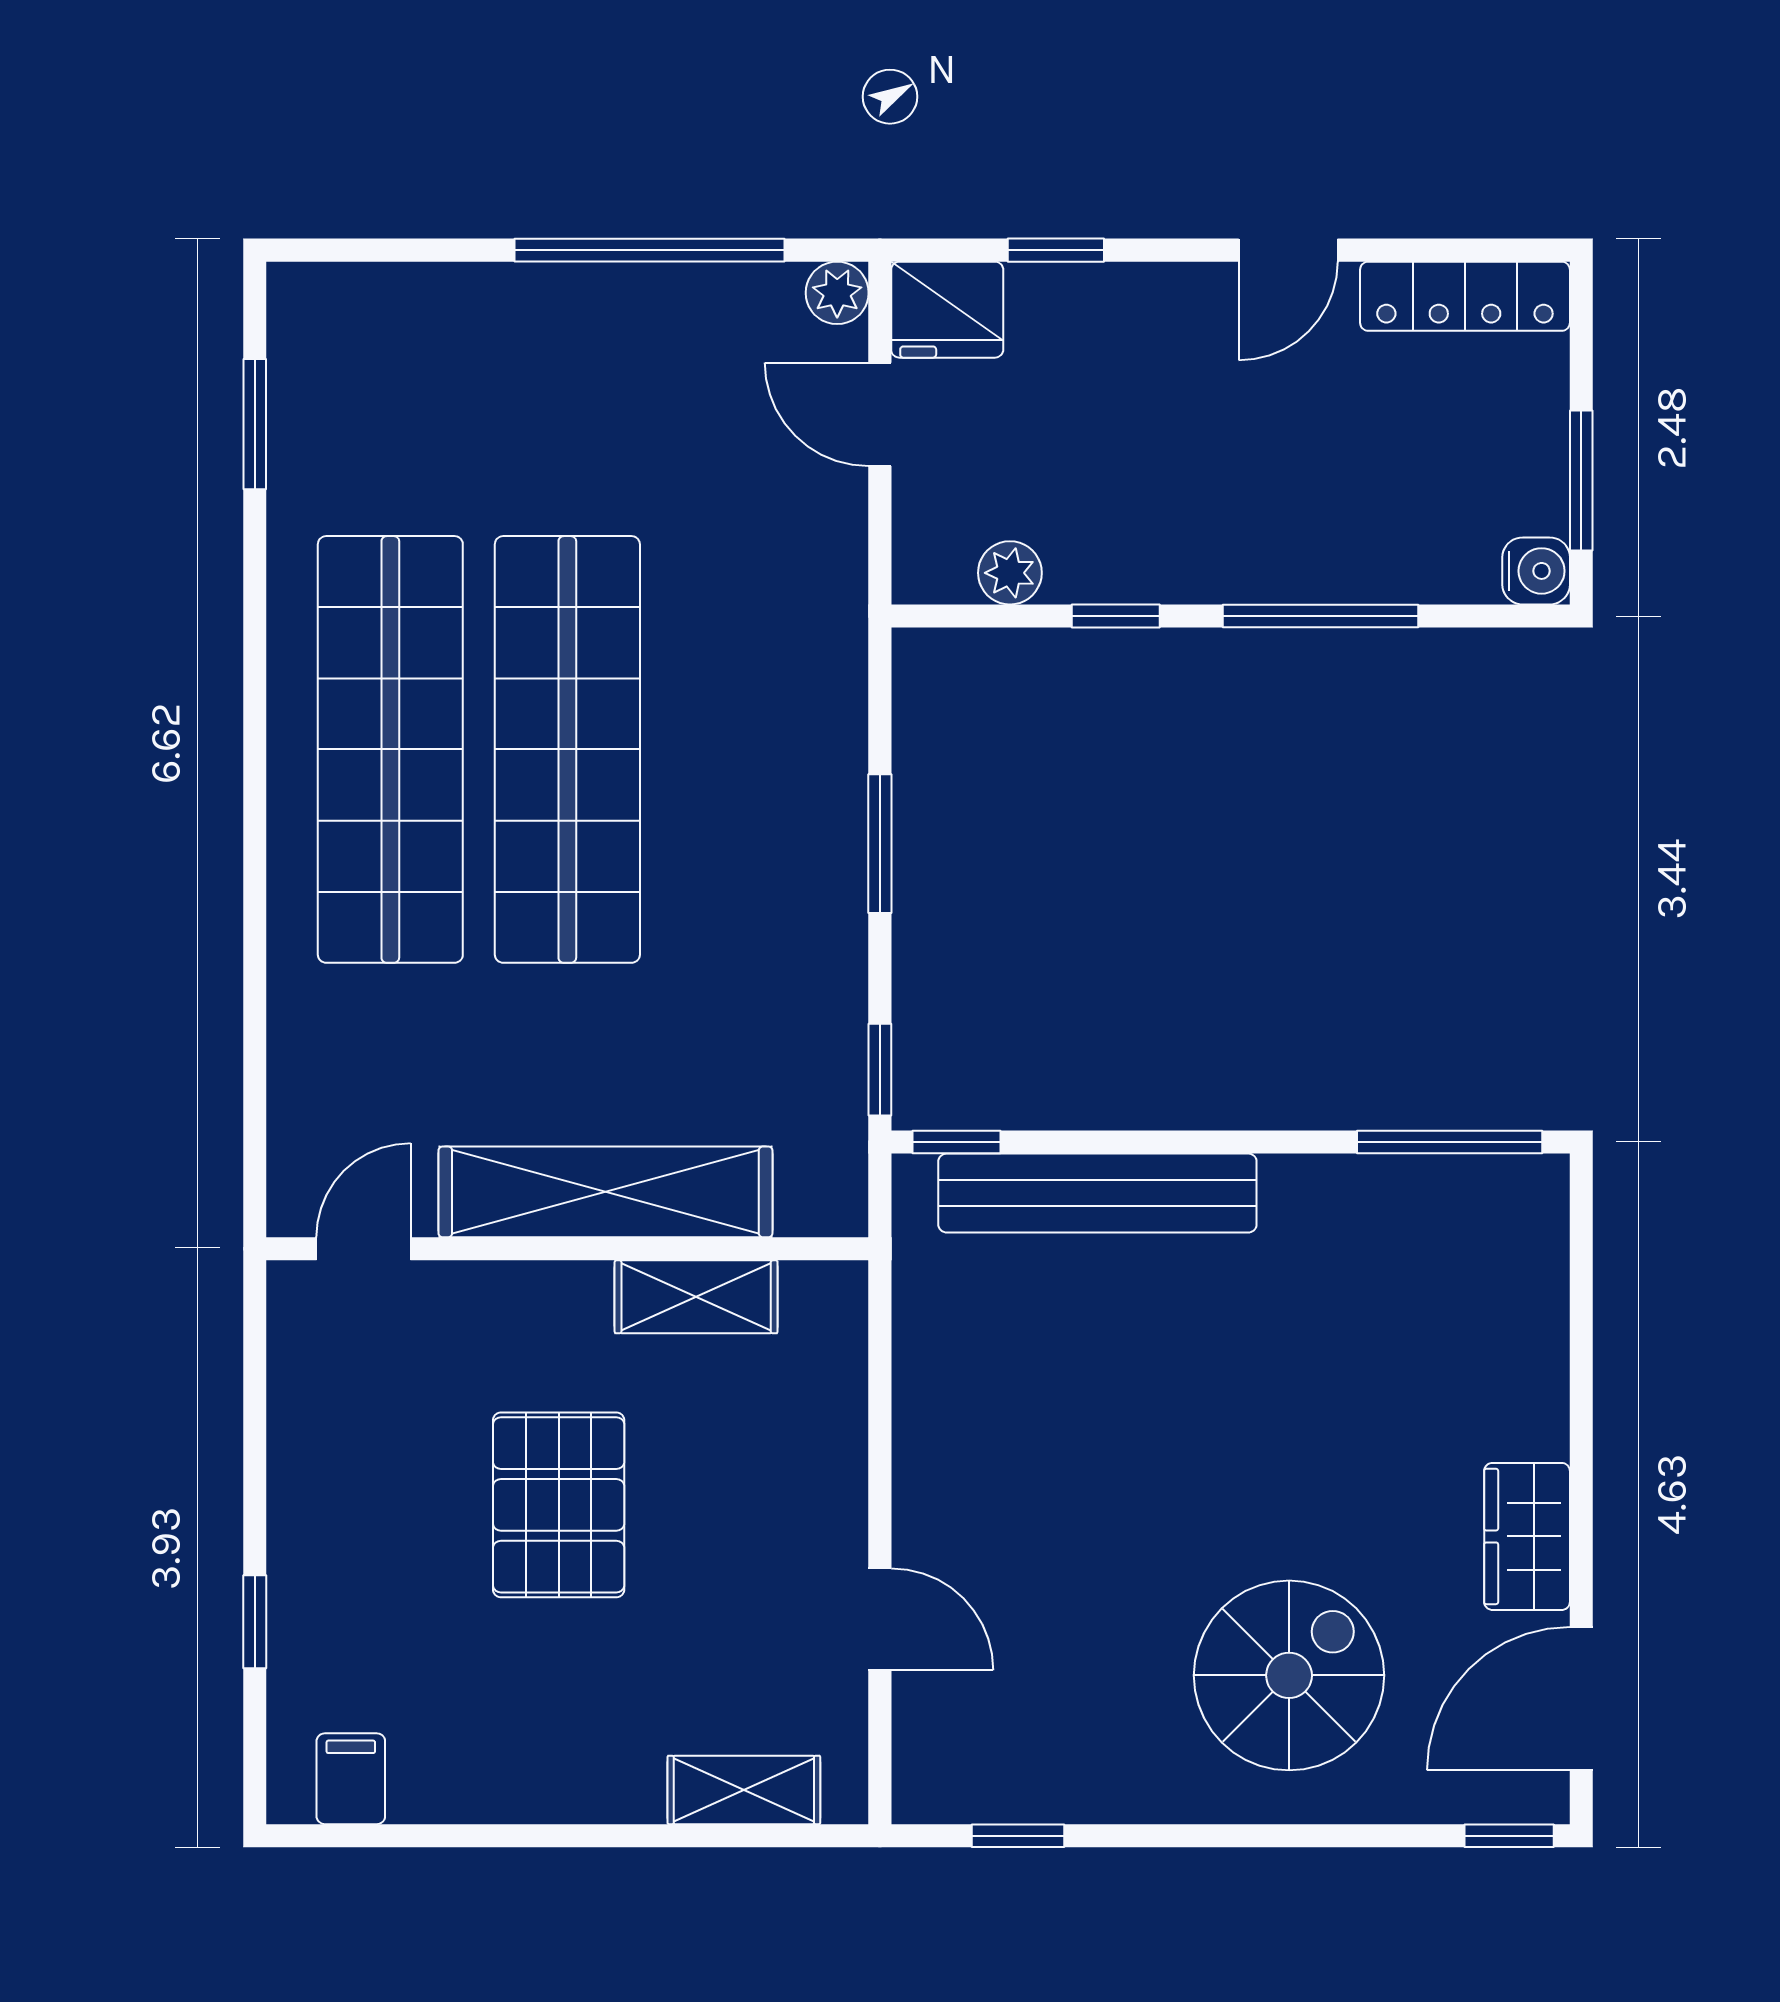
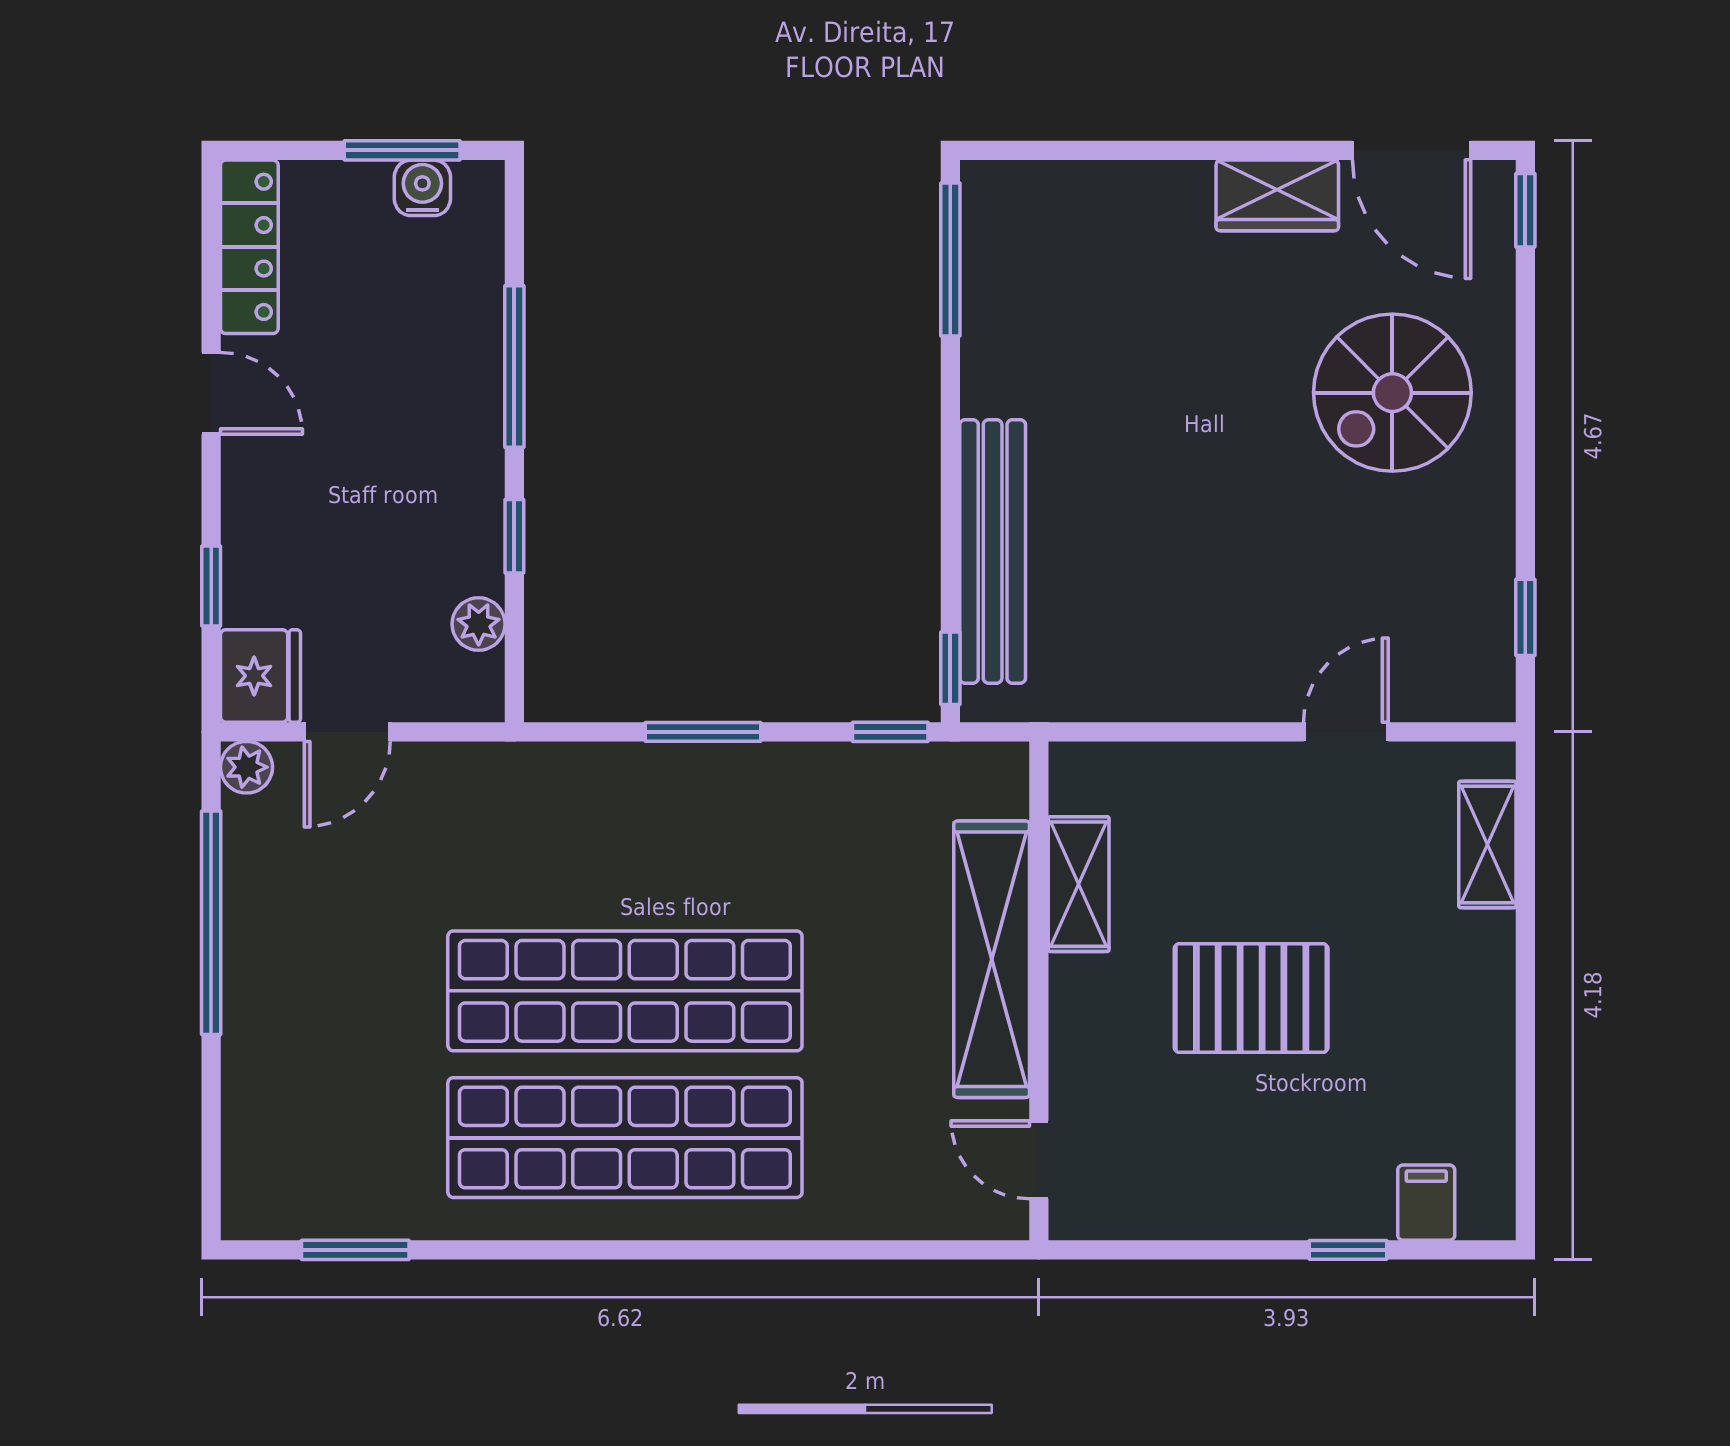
water cooler: (1536, 571) -> (422, 188), moved
spiral stairs: (1289, 1675) -> (1392, 393), turned -90
filing cabinet: (351, 1779) -> (1426, 1203), moved, turned 90

